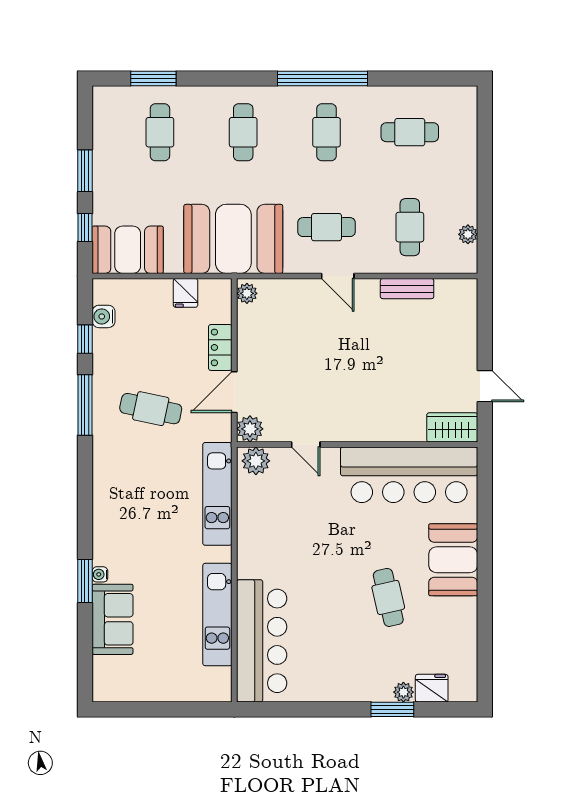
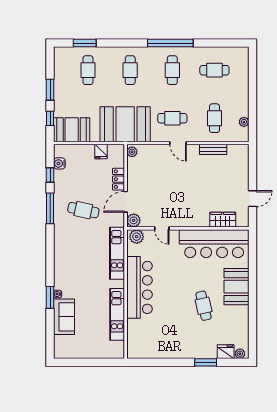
door: (485, 386) -> (252, 199), hinge flipped
wardrobe: (452, 427) -> (223, 220), moved
bar counter: (262, 641) -> (139, 287), moved
plant: (403, 692) -> (240, 354), moved

